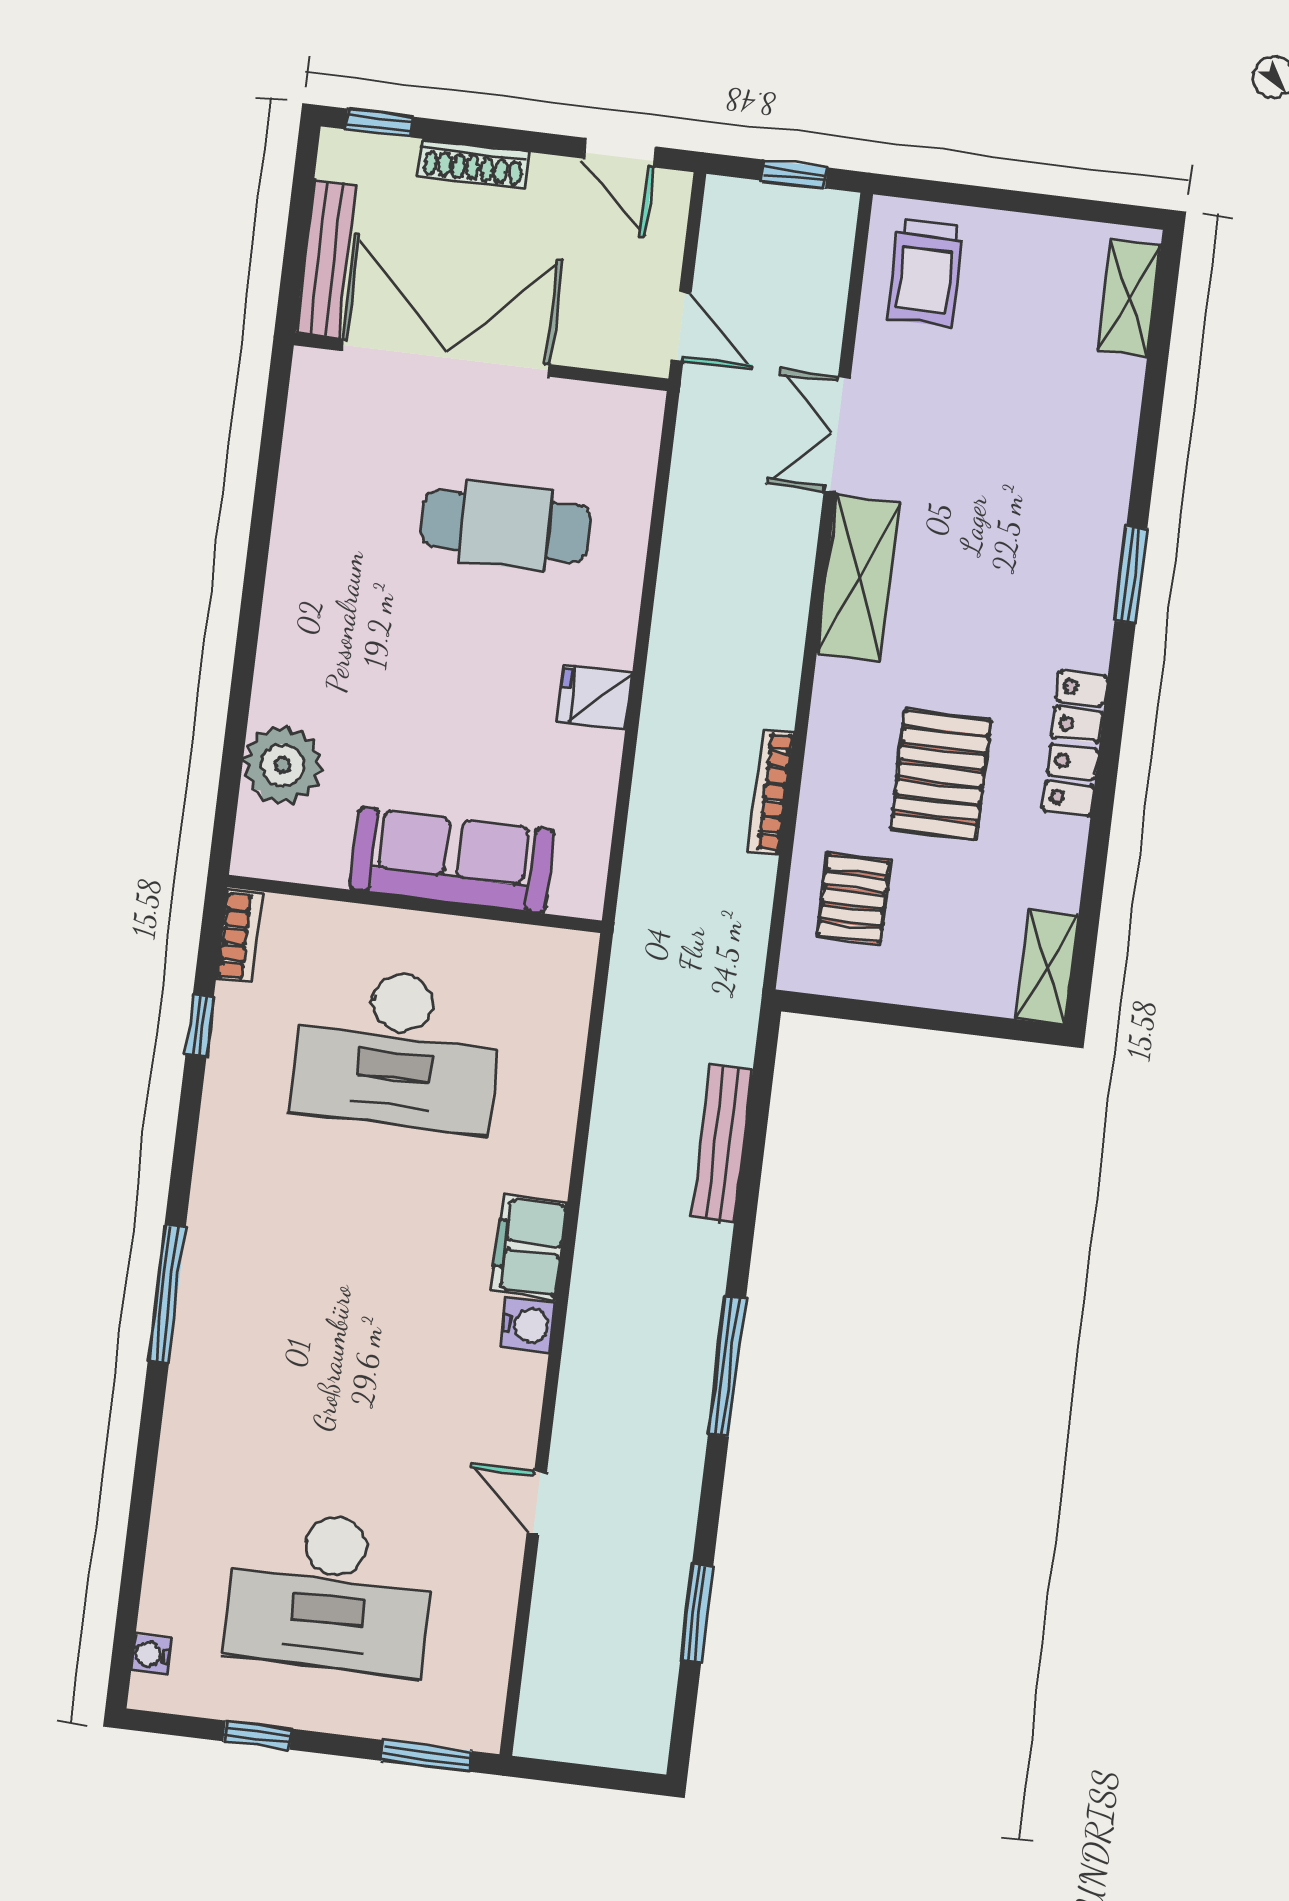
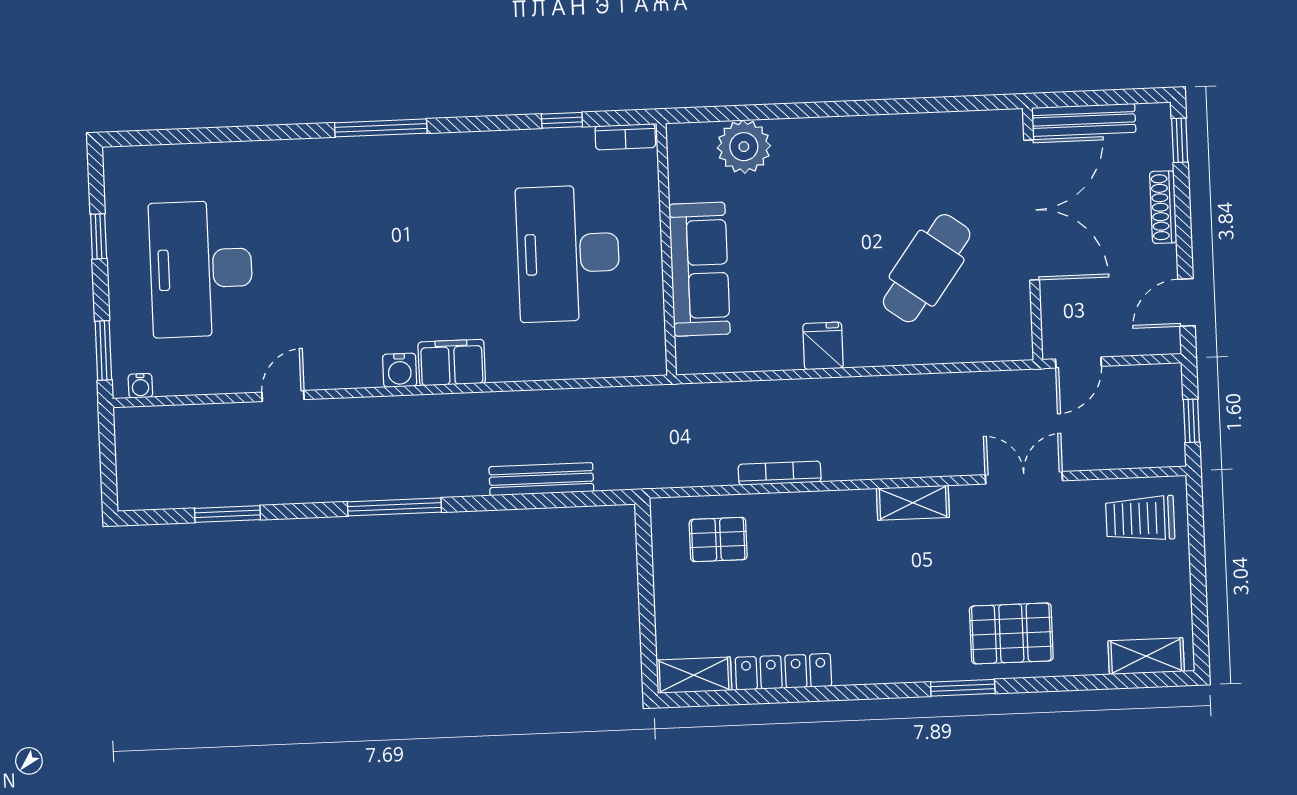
cafe table: (506, 526) -> (927, 268), turned 37
shelving: (858, 578) -> (913, 503), width x0.67, depth x0.75
locker: (1075, 743) -> (783, 672), moved
pallet: (941, 775) -> (1011, 633), moved
water cooler: (151, 1654) -> (140, 386), moved, turned 180

